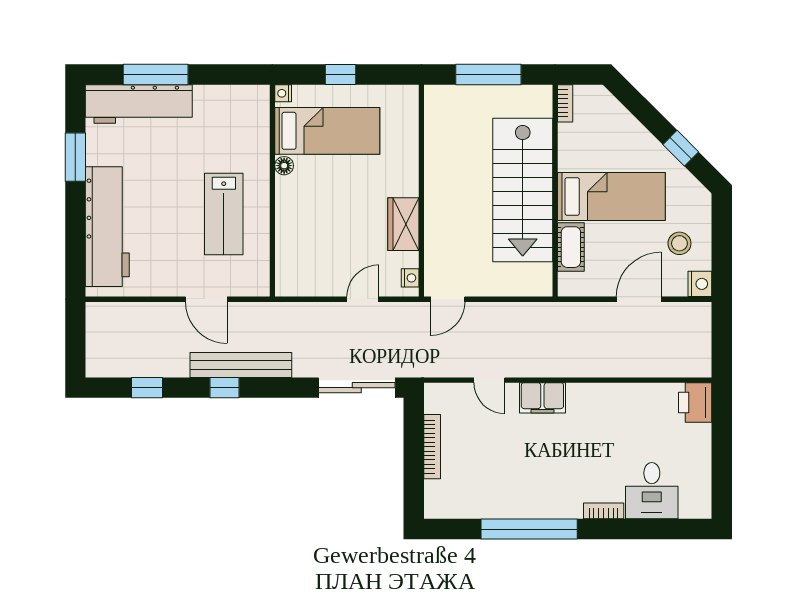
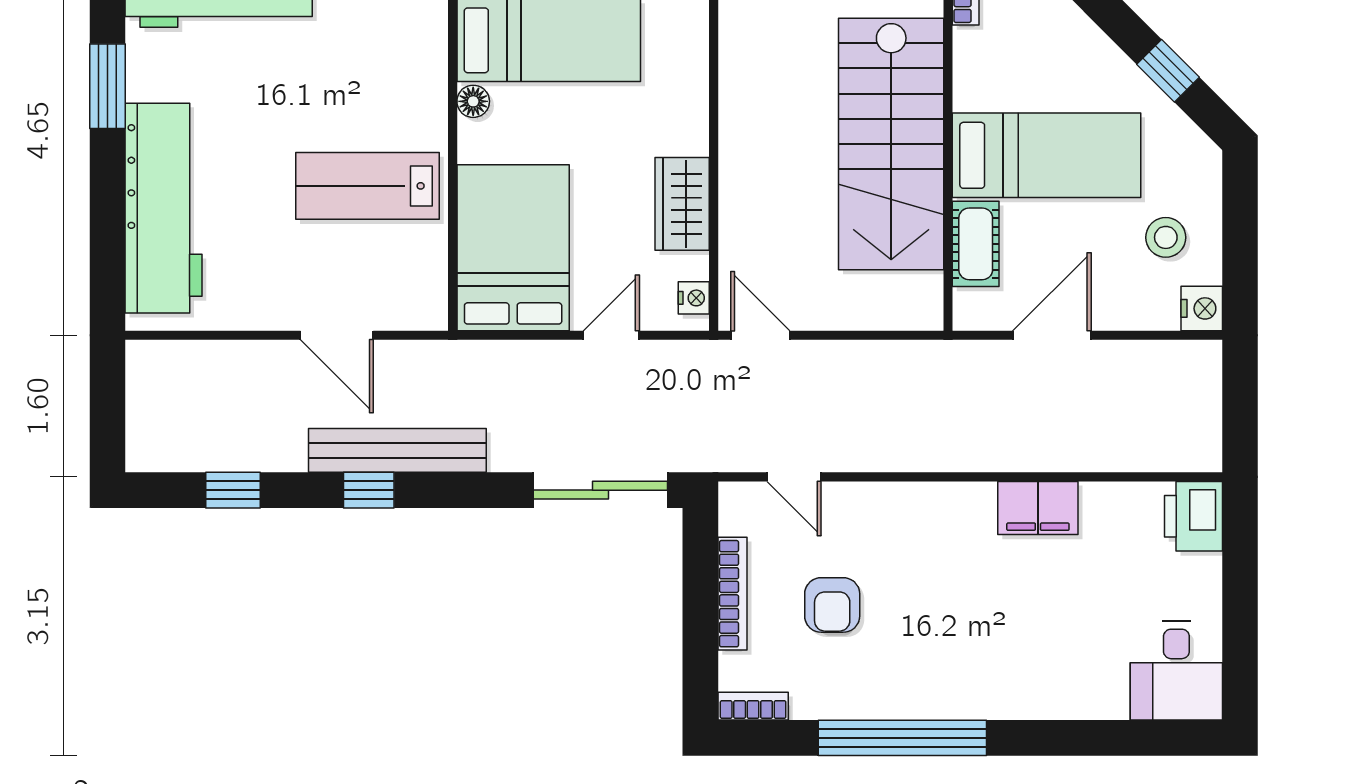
lab bench: (224, 214) -> (368, 186), turned 90
bed: (307, 249) -> (513, 248), added
door: (448, 299) -> (760, 335), swing flipped
door: (639, 299) -> (1052, 335), moved
door: (489, 380) -> (794, 477), moved
filing cabinet: (542, 398) -> (1038, 508), moved
armchair: (489, 453) -> (832, 605), added
desk: (652, 491) -> (1176, 671), moved
bookcase: (604, 511) -> (753, 706), moved

